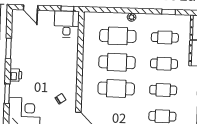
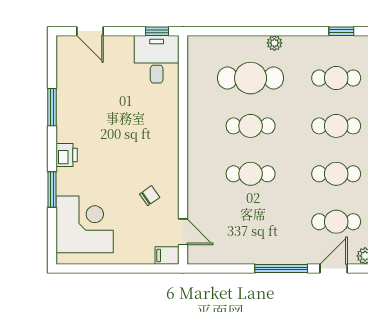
cafe table: (117, 62) -> (251, 126), width x0.73, depth x0.74
cafe table: (116, 89) -> (251, 174), width x0.73, depth x0.74

